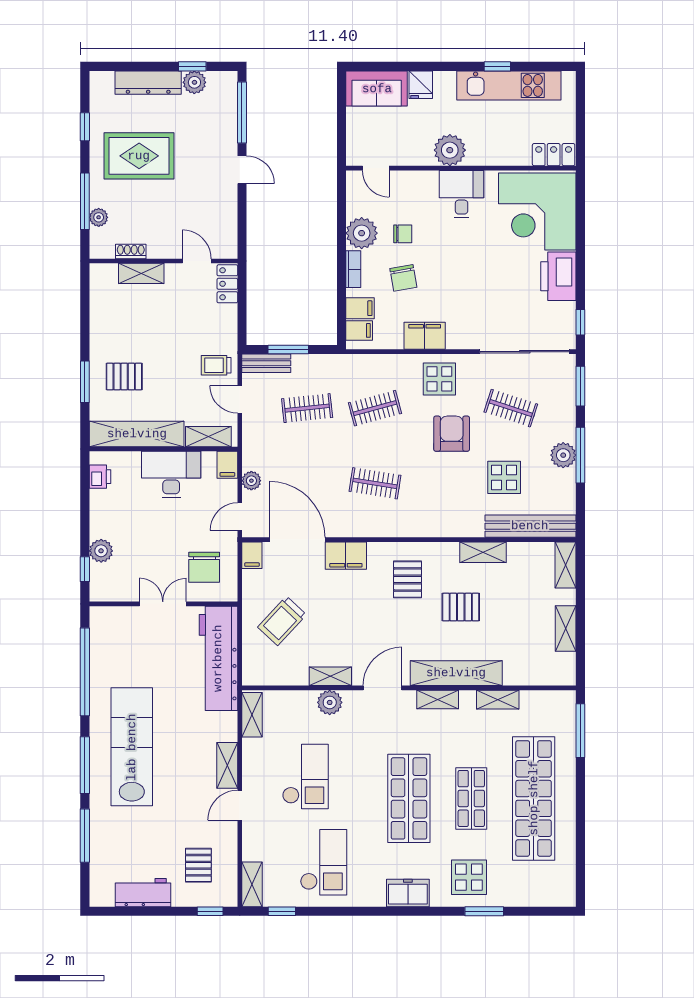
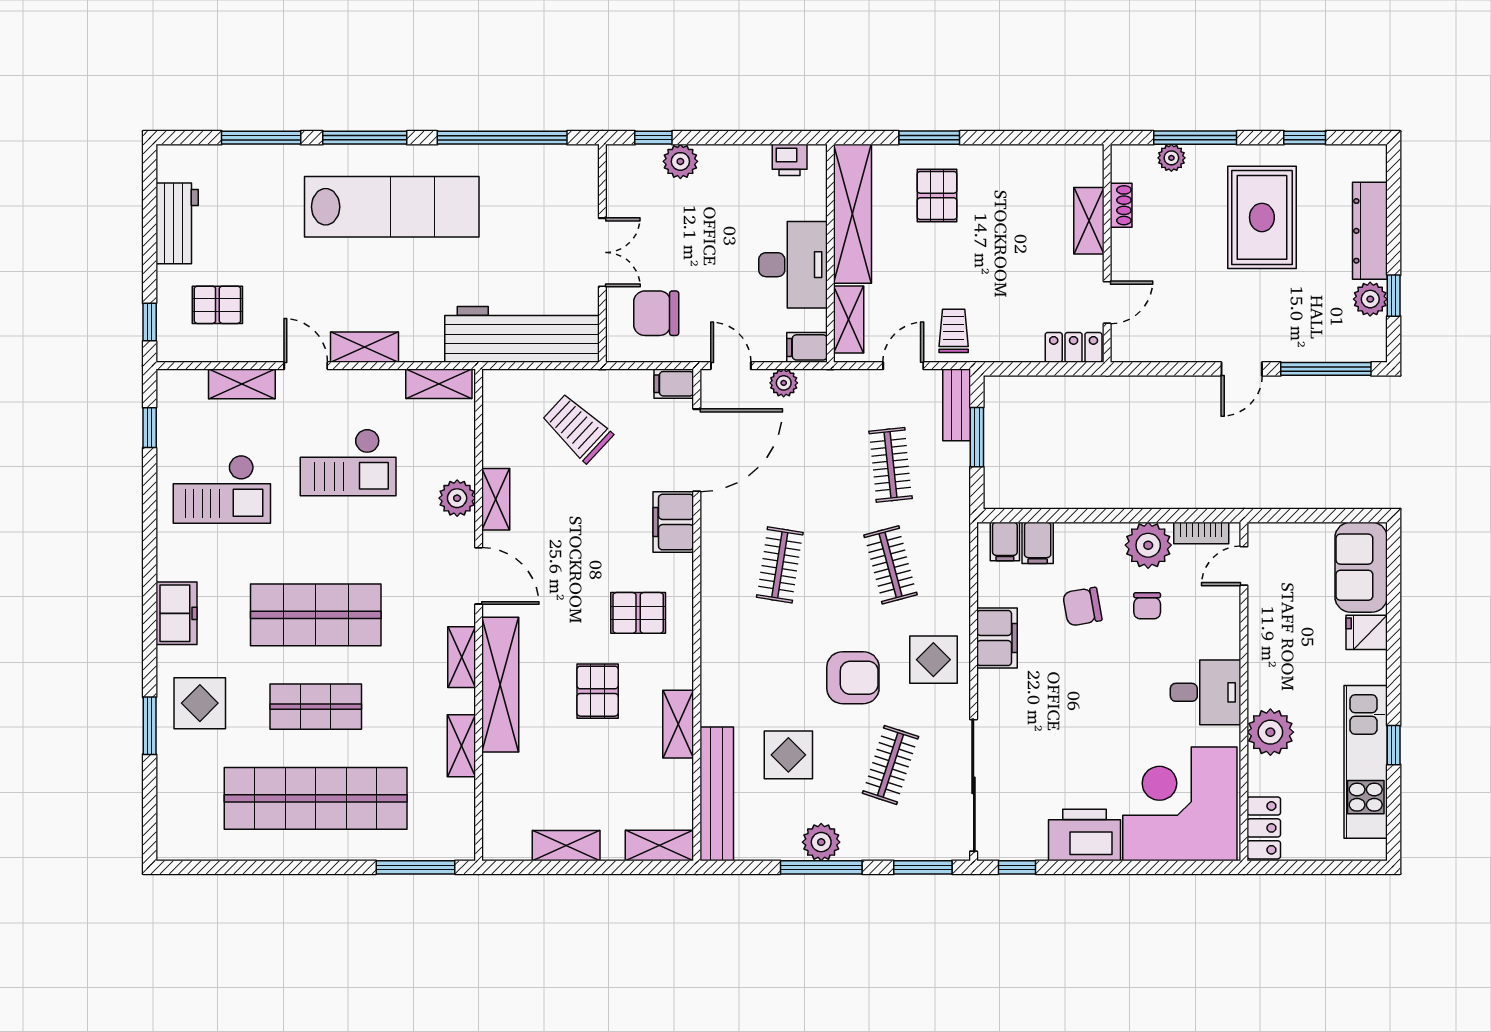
plant: (450, 150) -> (1270, 732), moved
bookcase: (353, 269) -> (1201, 533), moved
shelving: (252, 884) -> (242, 384), moved

